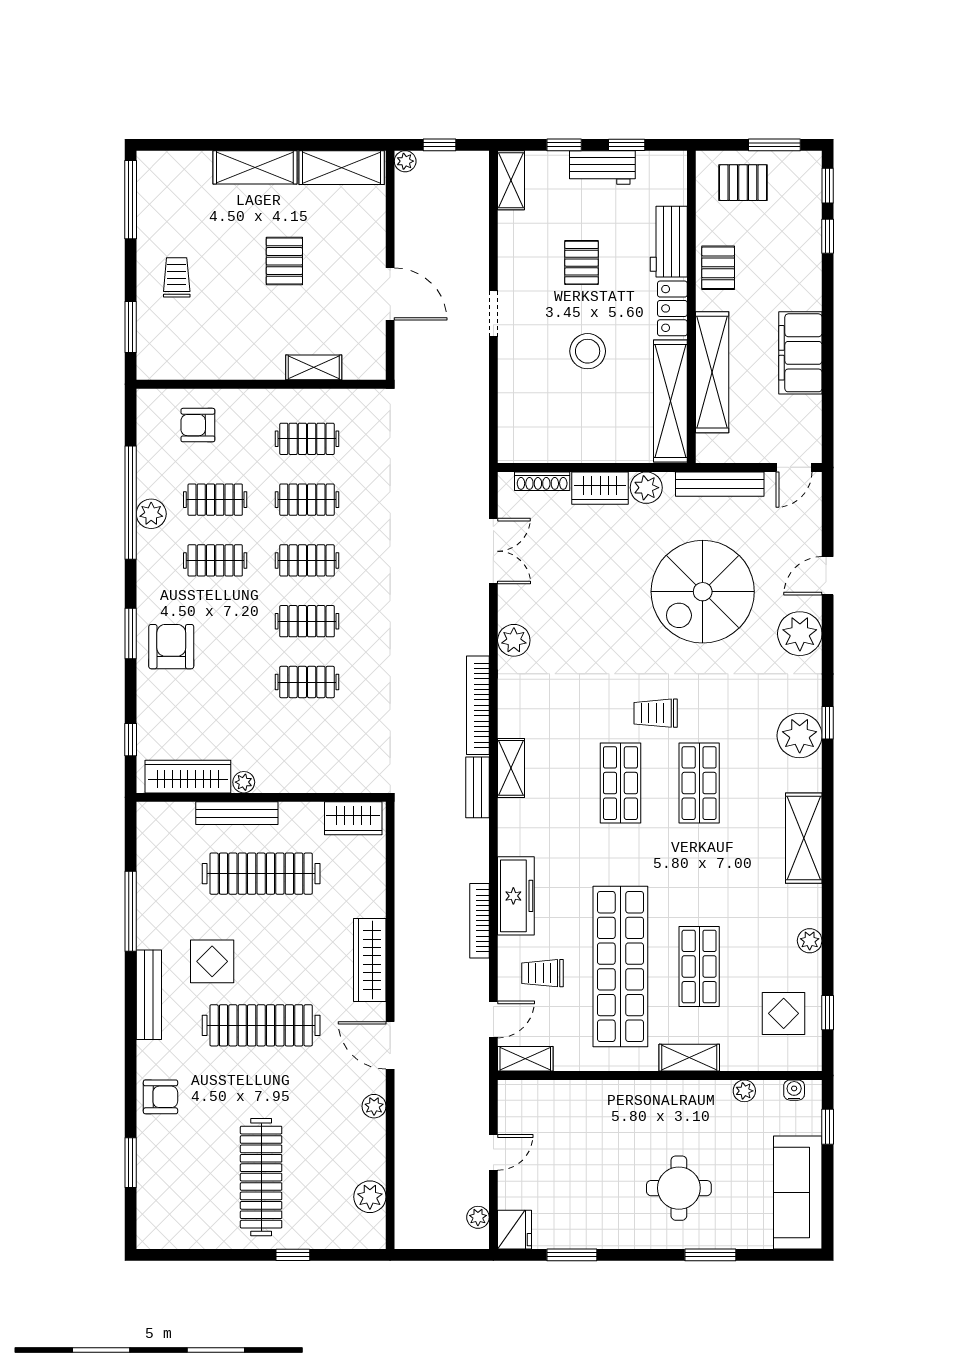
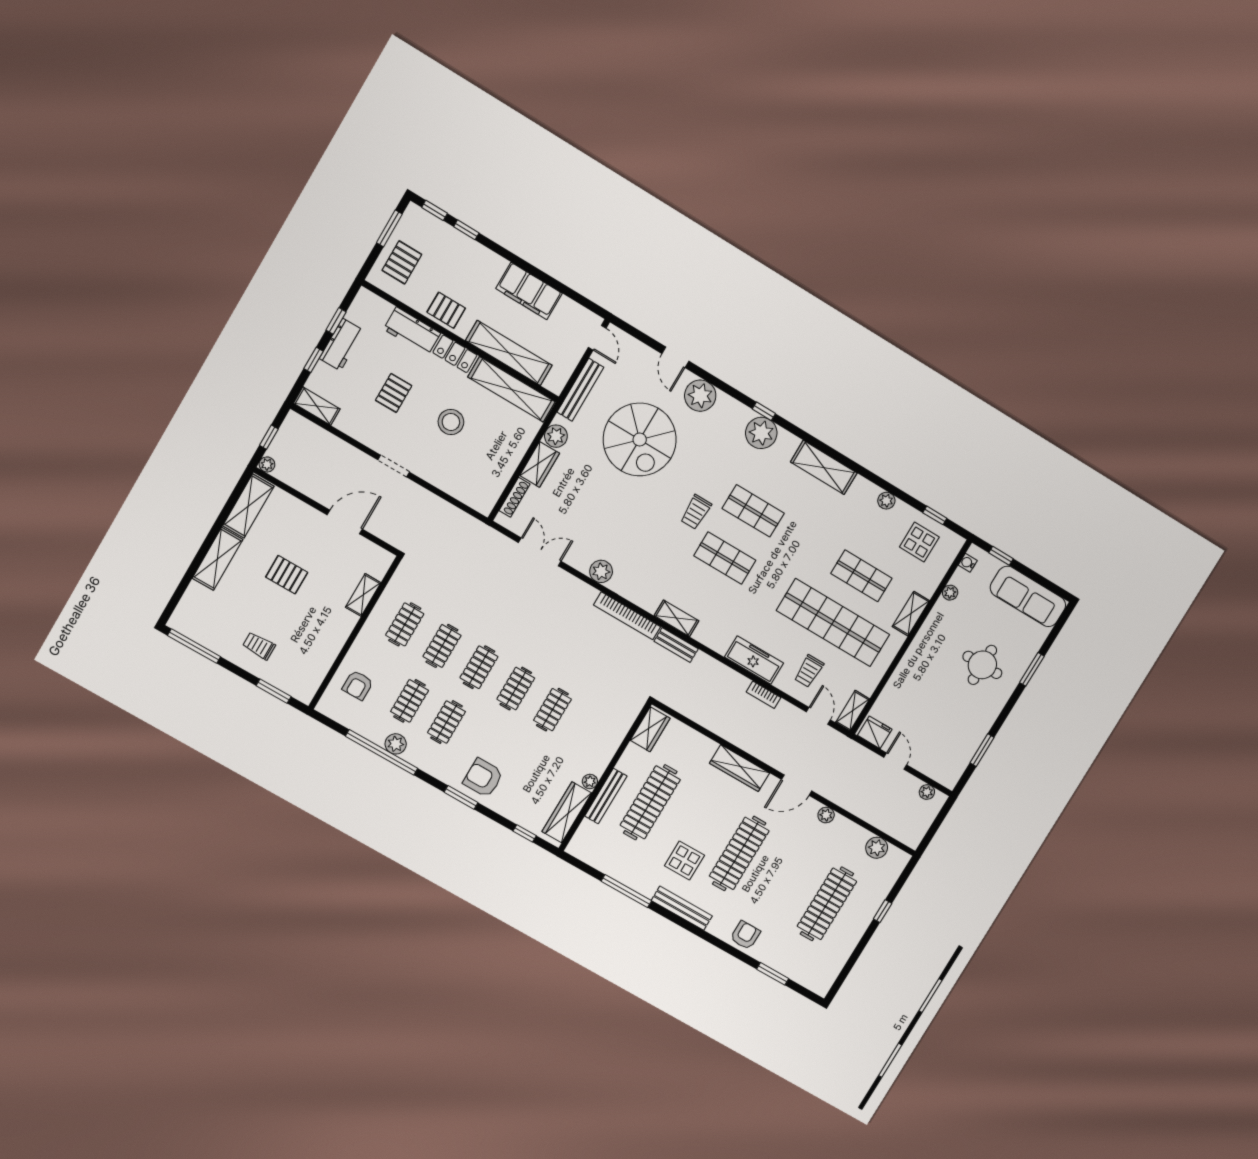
pallet: (582, 263) -> (394, 393), turned 90
bookcase: (480, 921) -> (763, 695), width x0.64
clothes rail: (261, 1177) -> (827, 904), turned 90
fridge: (515, 1230) -> (875, 732), moved

